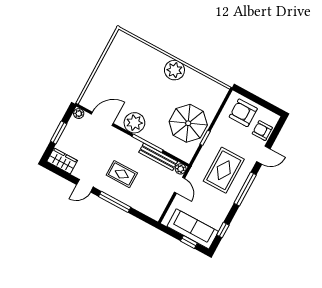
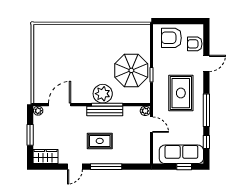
plant: (174, 70) -> (97, 33), removed
plant: (134, 123) -> (103, 94), moved
bench: (158, 157) -> (105, 111), moved
window: (245, 189) -> (206, 110), moved

